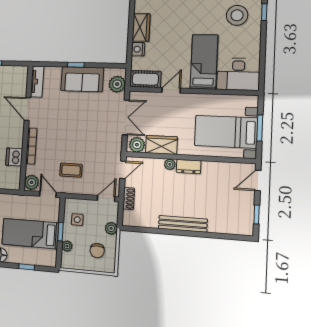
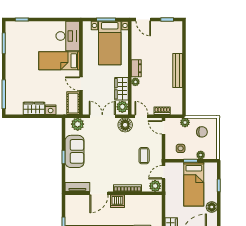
stool: (237, 15) -> (24, 39), removed
floor lamp: (112, 147) -> (125, 125), added
dishwasher: (14, 157) -> (117, 201), moved

